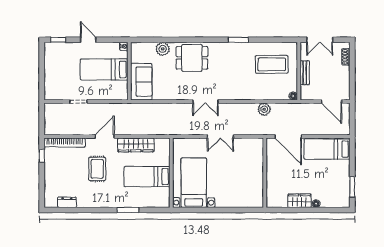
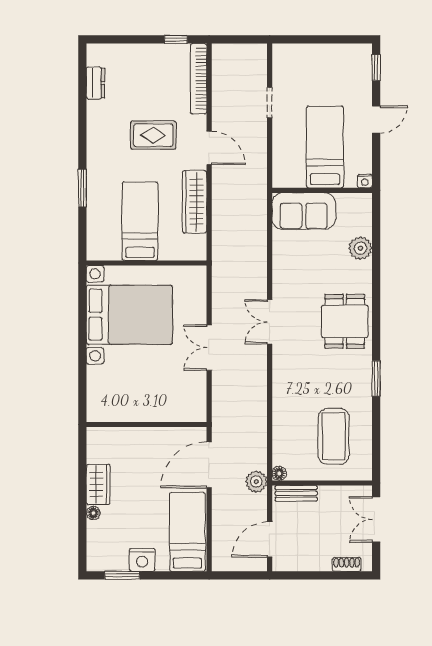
dining table: (192, 58) -> (345, 321), moved
bench: (305, 73) -> (296, 493), moved
plant: (264, 109) -> (256, 482), moved
nightstand: (343, 175) -> (142, 560), added
bed with nightstands: (194, 183) -> (129, 315), width x1.36

